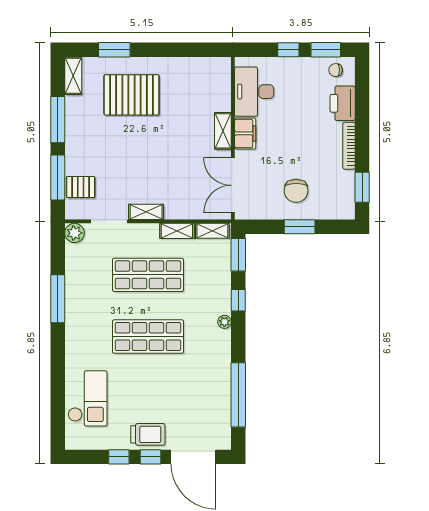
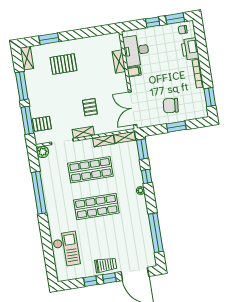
pallet: (132, 95) -> (63, 64), width x0.73, depth x0.71
shelving: (223, 131) -> (119, 62), moved
filing cabinet: (245, 133) -> (134, 72), width x0.50
pallet: (164, 172) -> (90, 107), added
chair: (296, 191) -> (171, 106), turned 96
window: (58, 299) -> (39, 193), width x1.46

